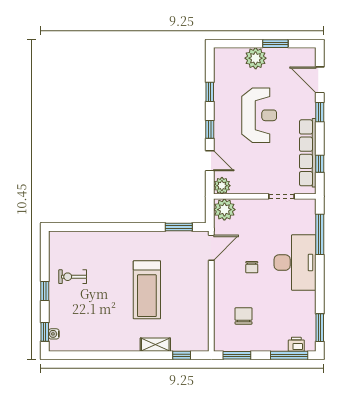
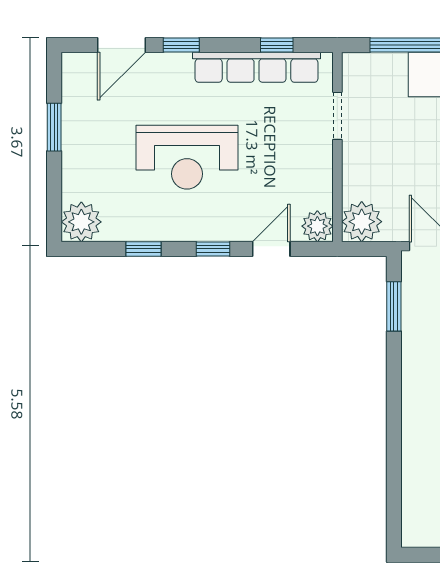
plant: (256, 58) -> (81, 222), moved
reception desk: (259, 115) -> (187, 157), turned 180

